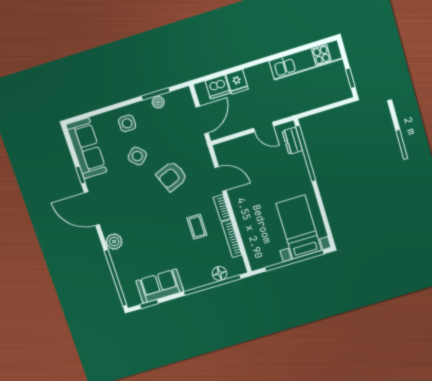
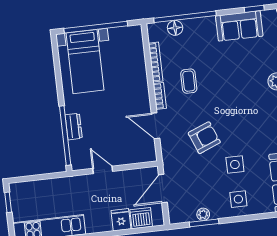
dresser: (292, 141) -> (74, 127), moved
side table: (137, 156) -> (235, 164), turned 45

